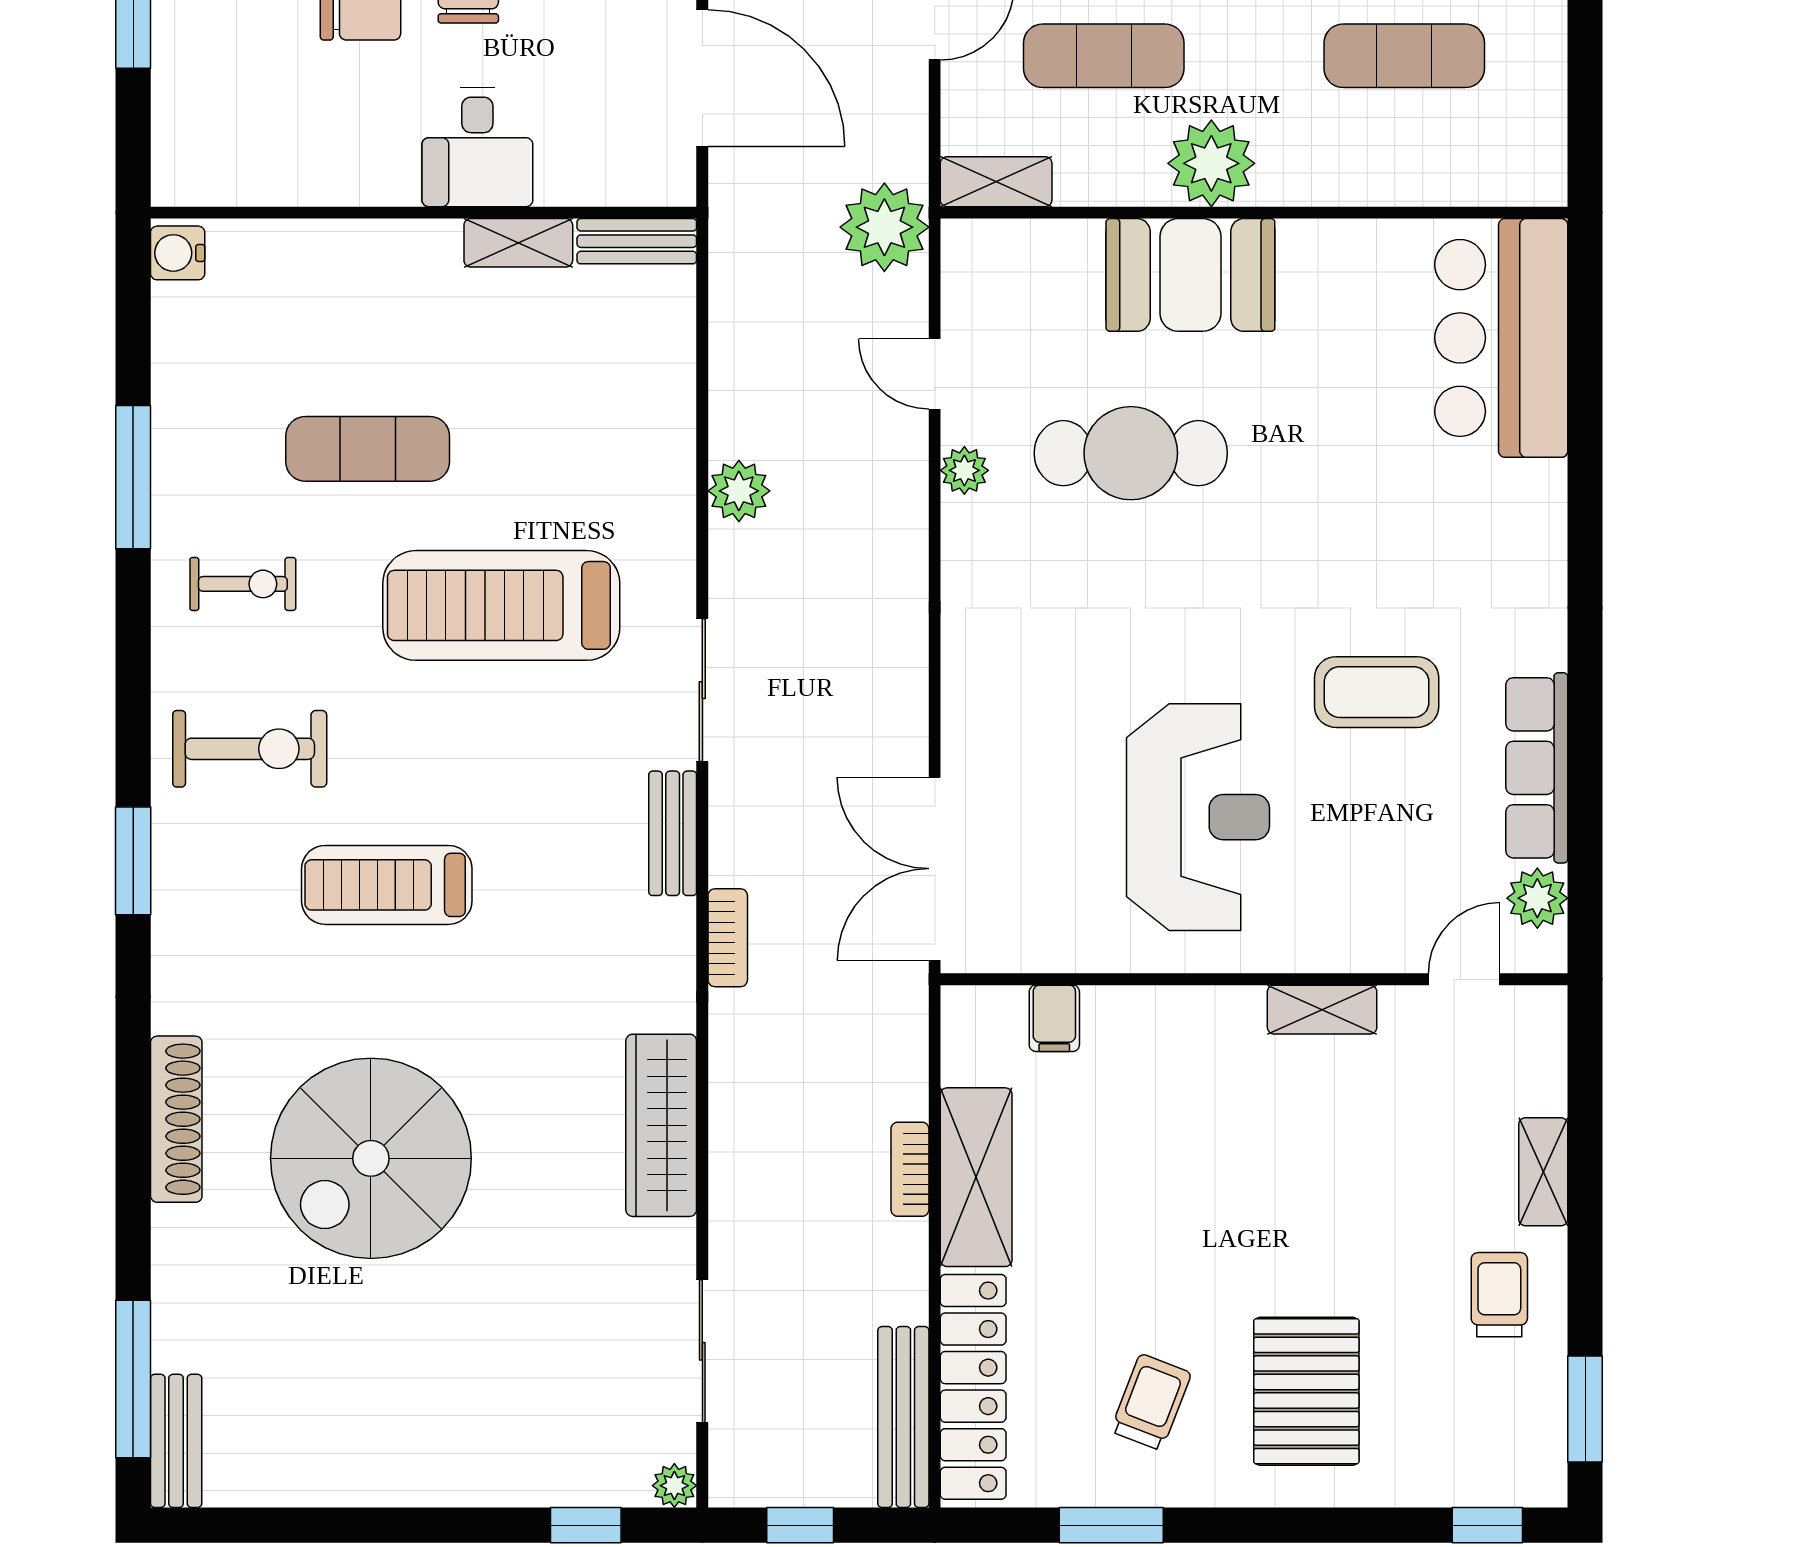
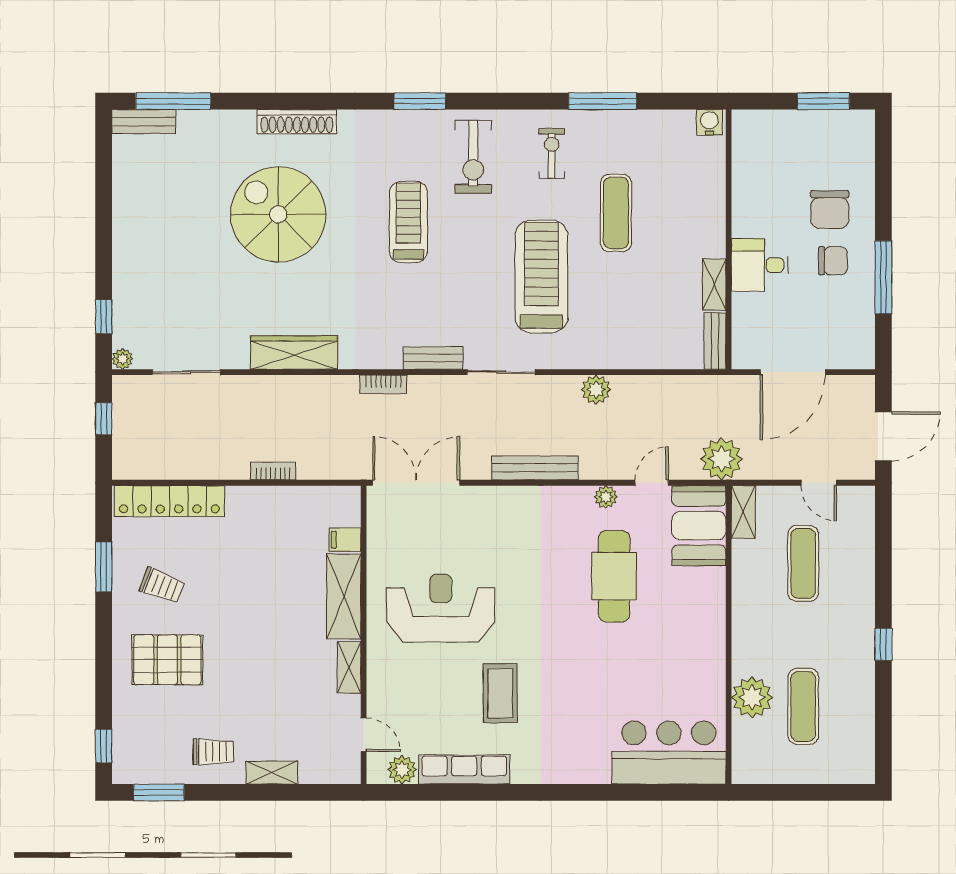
plant: (1211, 163) -> (752, 697), moved
booth: (1190, 275) -> (699, 526), moved
exercise bike: (243, 584) -> (552, 153), turned 180
reception desk: (1198, 817) -> (441, 608), turned 180
shelving: (976, 1177) -> (344, 596), moved, turned 90
bench: (903, 1417) -> (535, 468), moved

